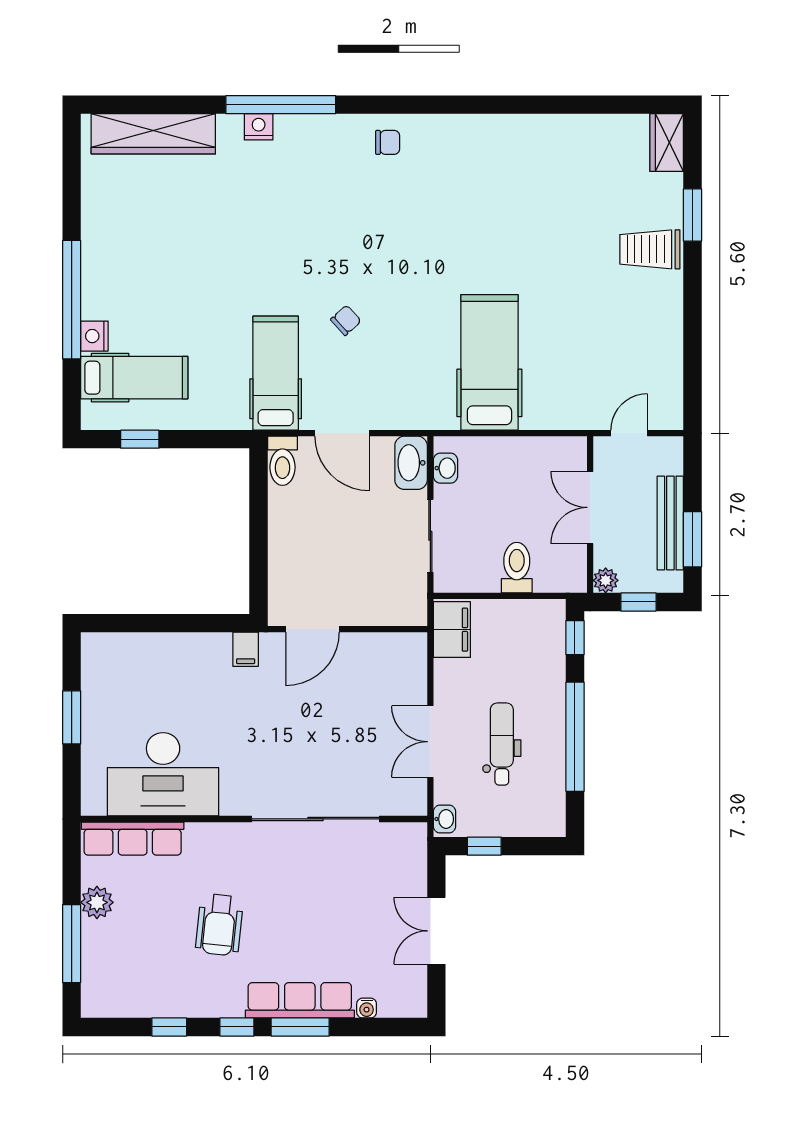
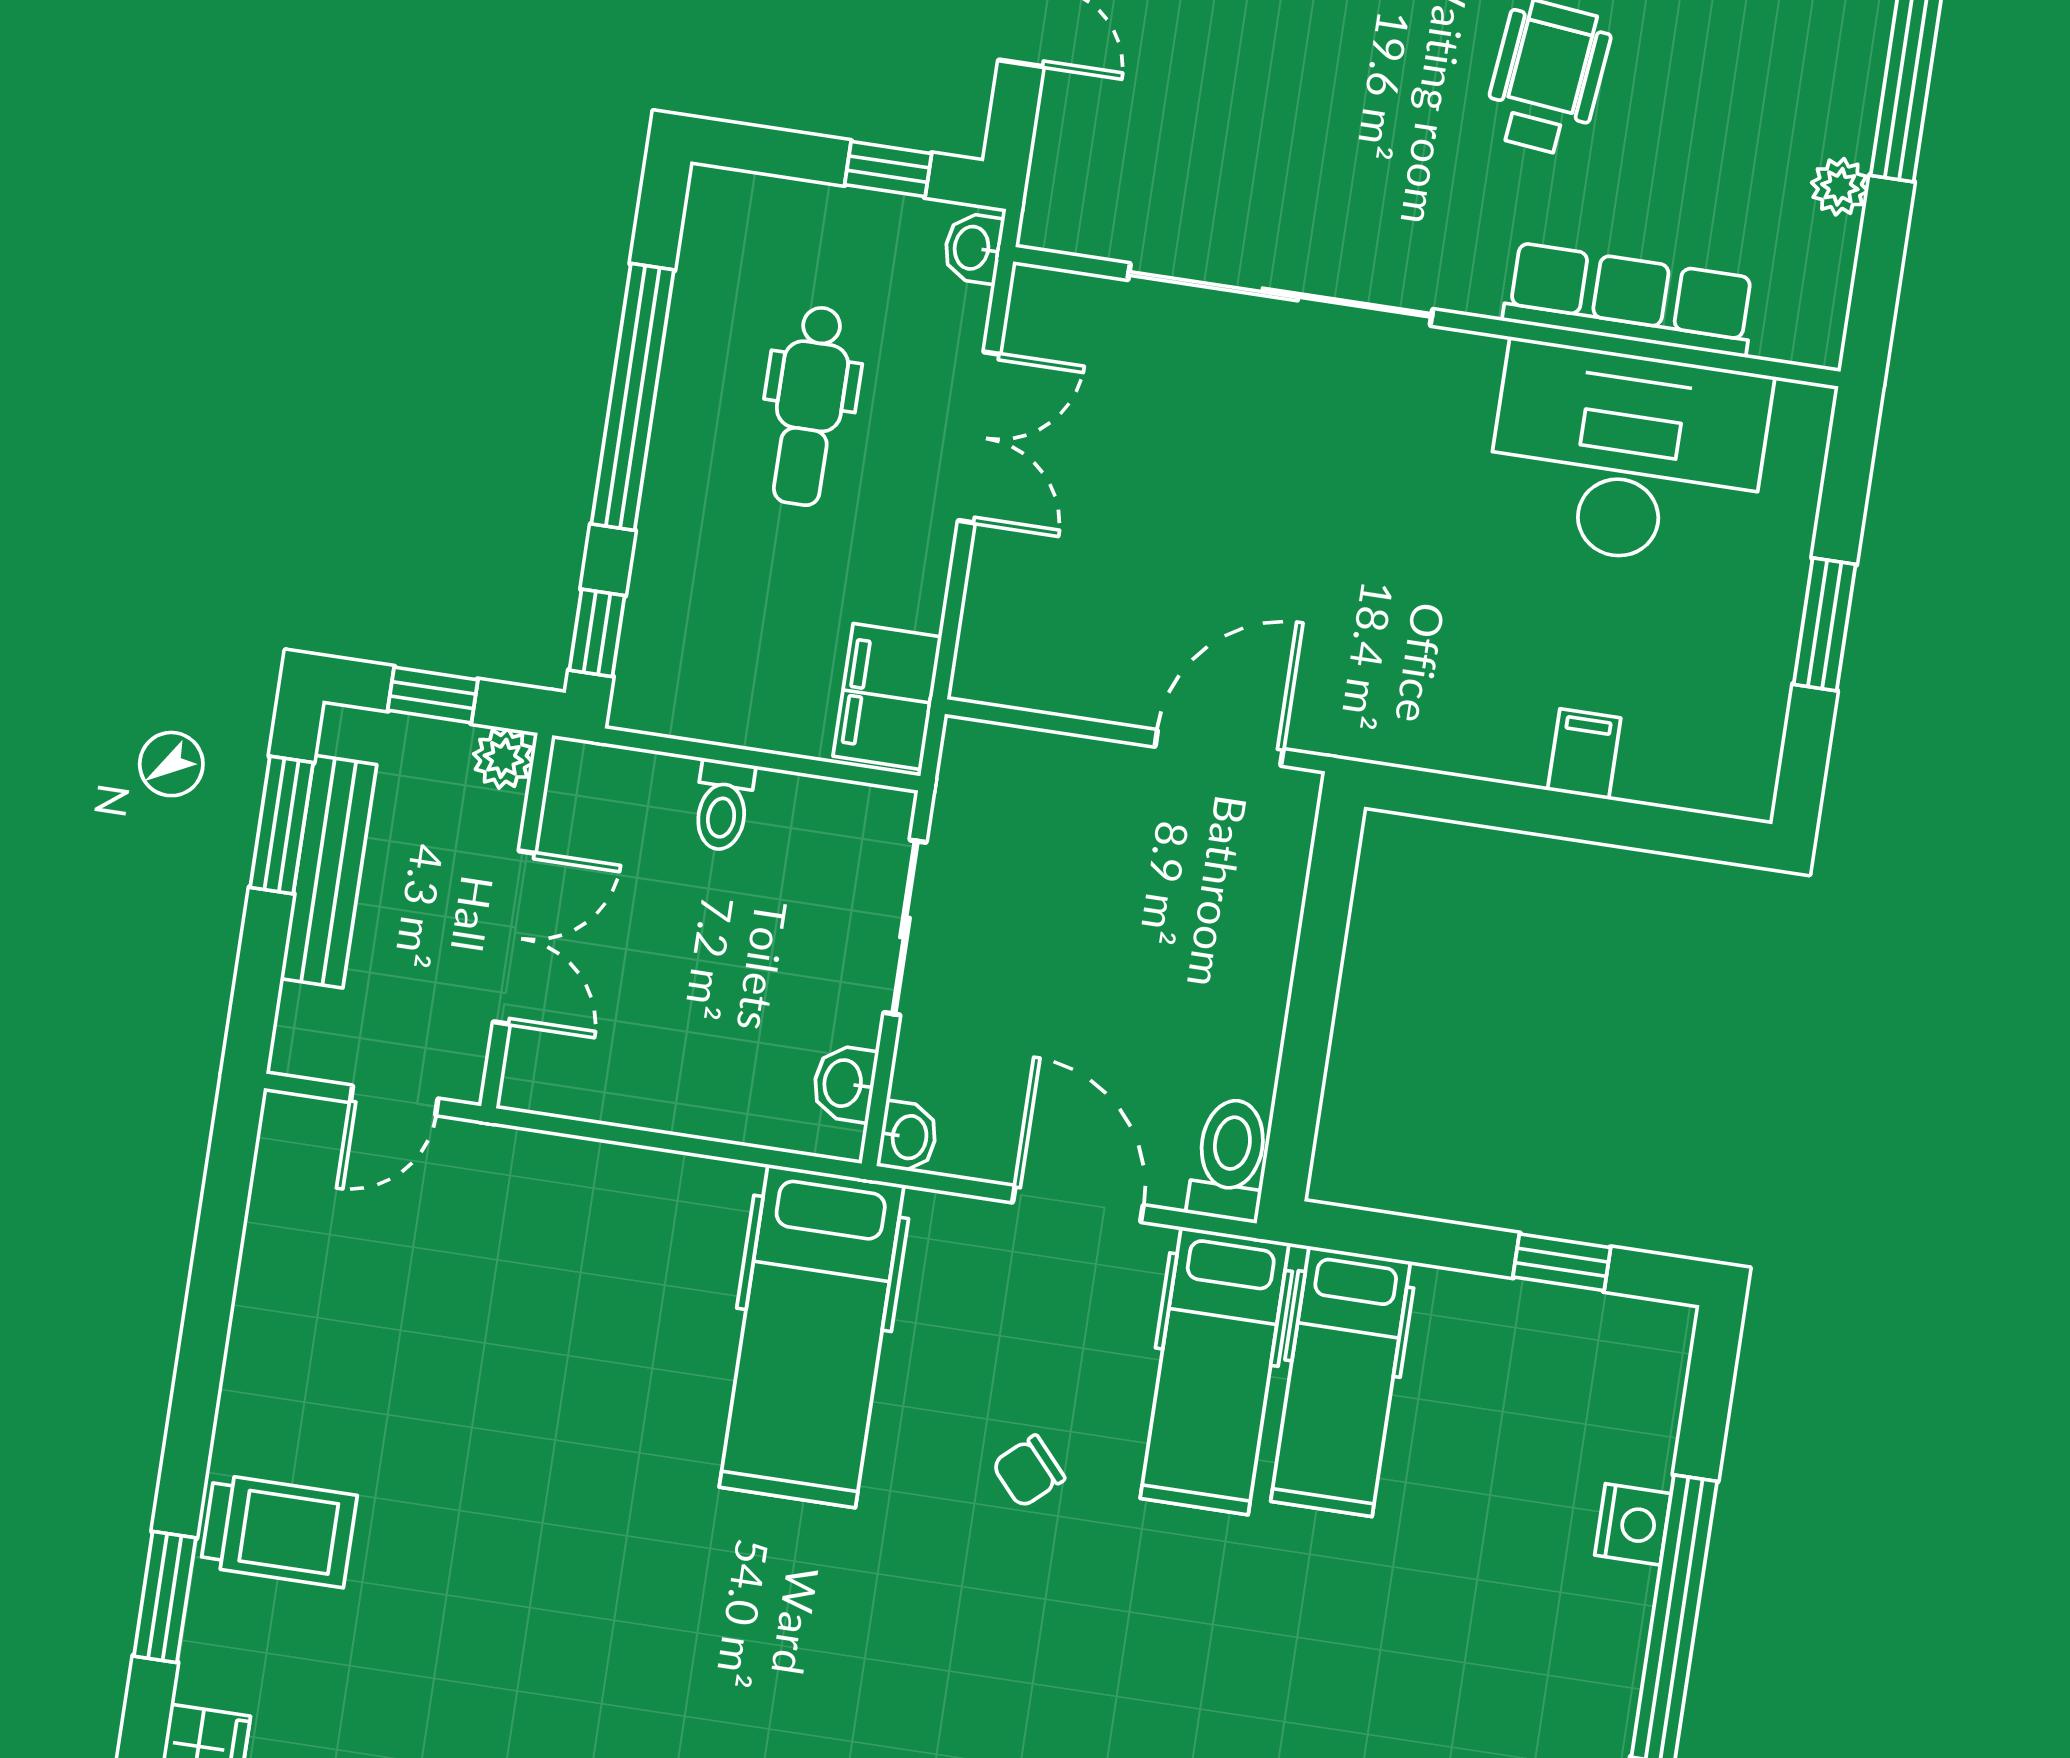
hospital bed: (489, 362) -> (812, 1336), moved
hospital bed: (134, 378) -> (1341, 1381), moved, turned -90
washbasin: (411, 463) -> (908, 1137), width x0.52, depth x0.69
toilet: (517, 568) -> (723, 805), width x0.73, depth x0.72
filing cabinet: (246, 649) -> (1584, 754), moved
row of seats: (133, 839) -> (1630, 300), moved
plant: (97, 902) -> (1840, 187), width x0.73, depth x0.73

